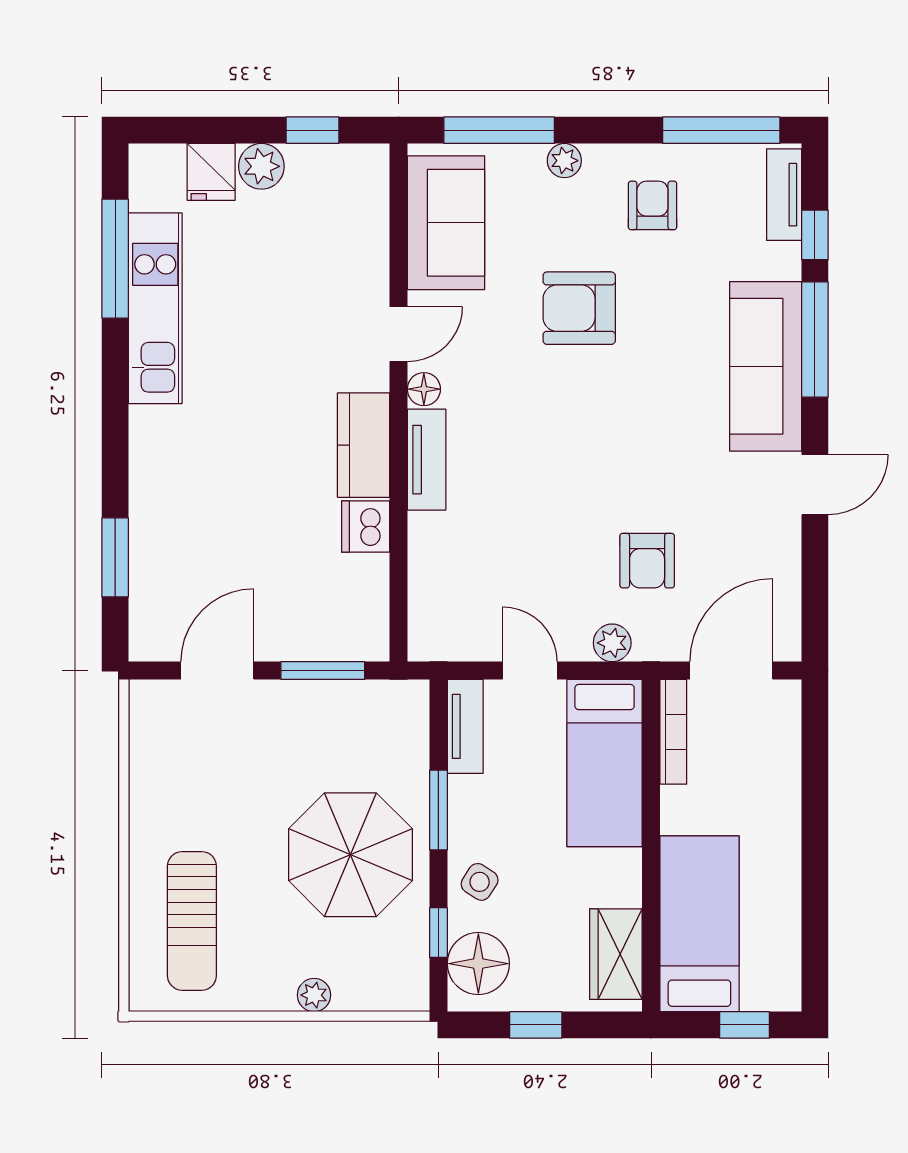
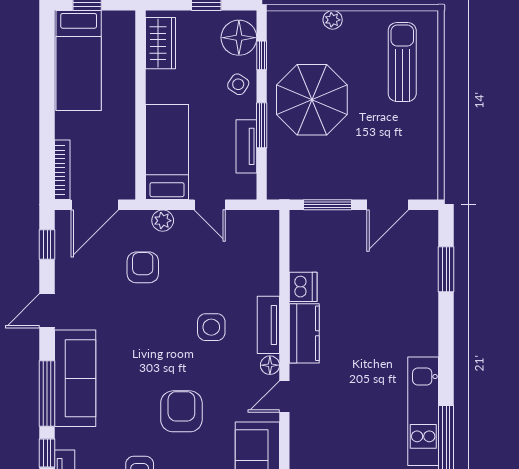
armchair: (579, 308) -> (181, 411), turned -90
side table: (527, 456) -> (211, 327), added
window: (815, 601) -> (47, 245), added
tv unit: (465, 726) -> (246, 146), moved
bookcase: (673, 732) -> (62, 170), moved, turned 180
bed: (699, 924) -> (79, 60), moved

